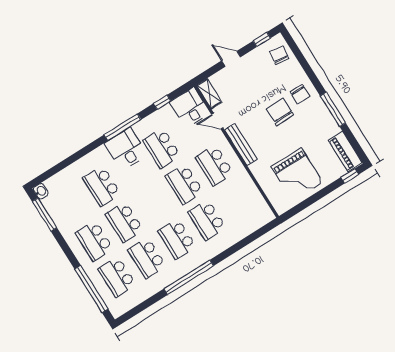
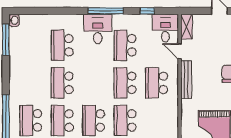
school desk: (94, 241) -> (31, 83), removed

